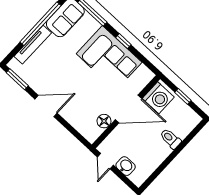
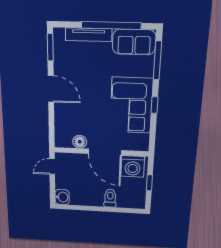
washbasin: (126, 166) -> (62, 197), moved

